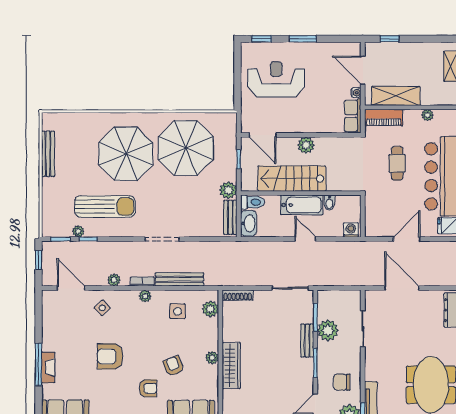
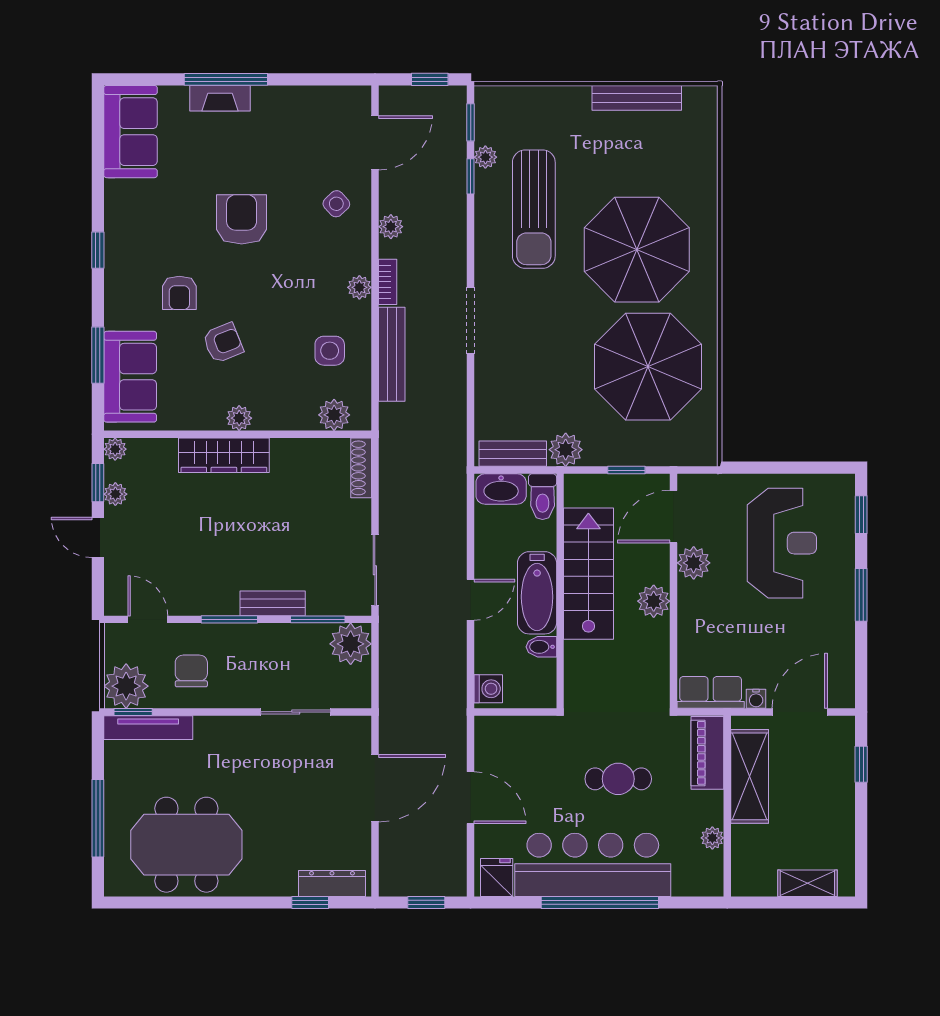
plant: (286, 125) -> (694, 563), added
plant: (328, 330) -> (351, 644), moved

